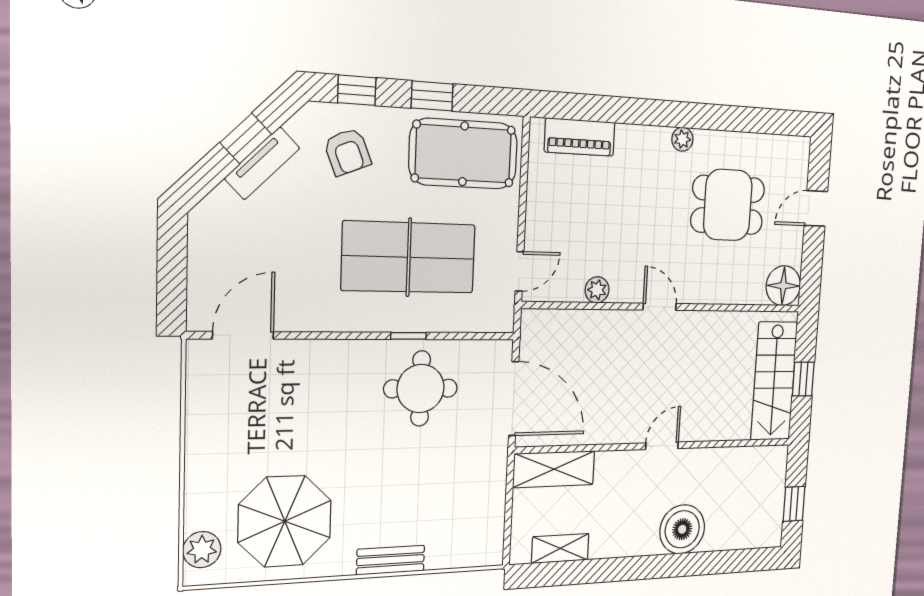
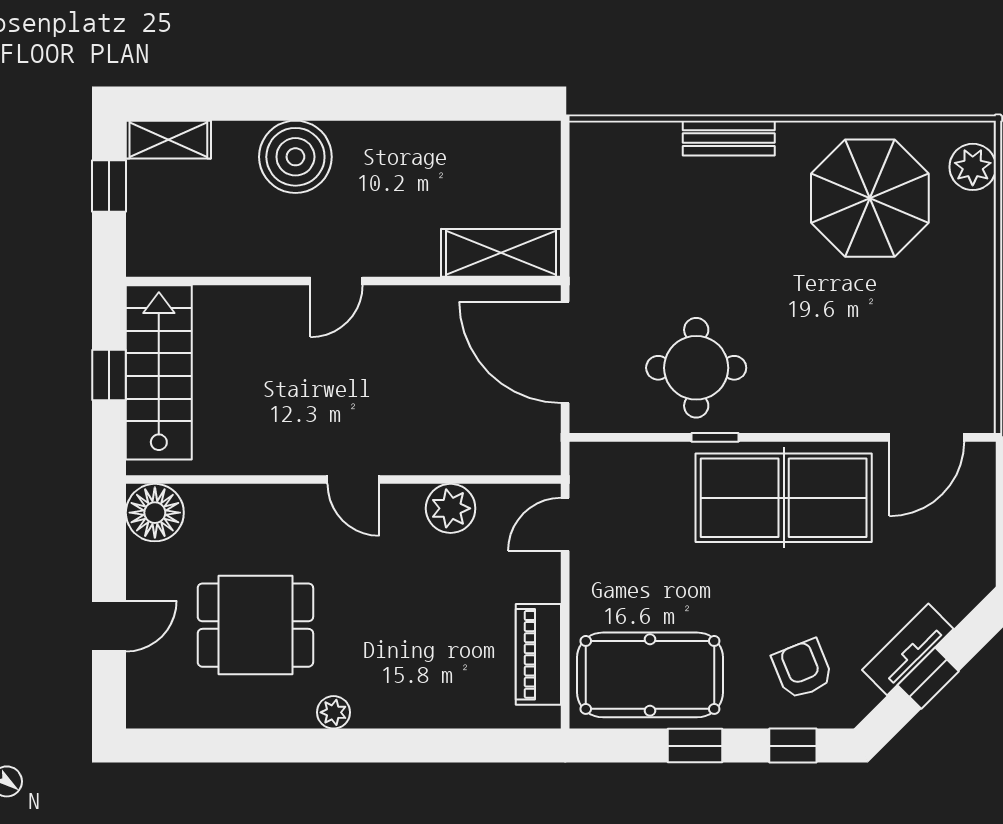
piano: (580, 137) -> (538, 654), moved, turned -90
table tennis table: (409, 257) -> (784, 498), moved
plant: (597, 290) -> (451, 508), width x1.38, depth x1.38
shelving: (560, 548) -> (168, 140), moved

